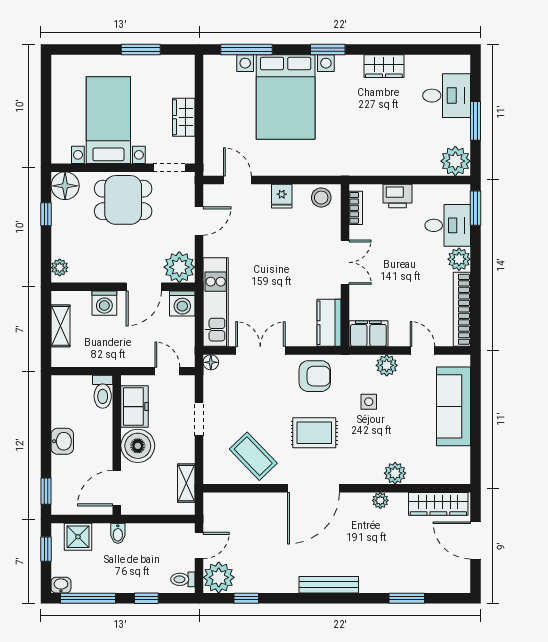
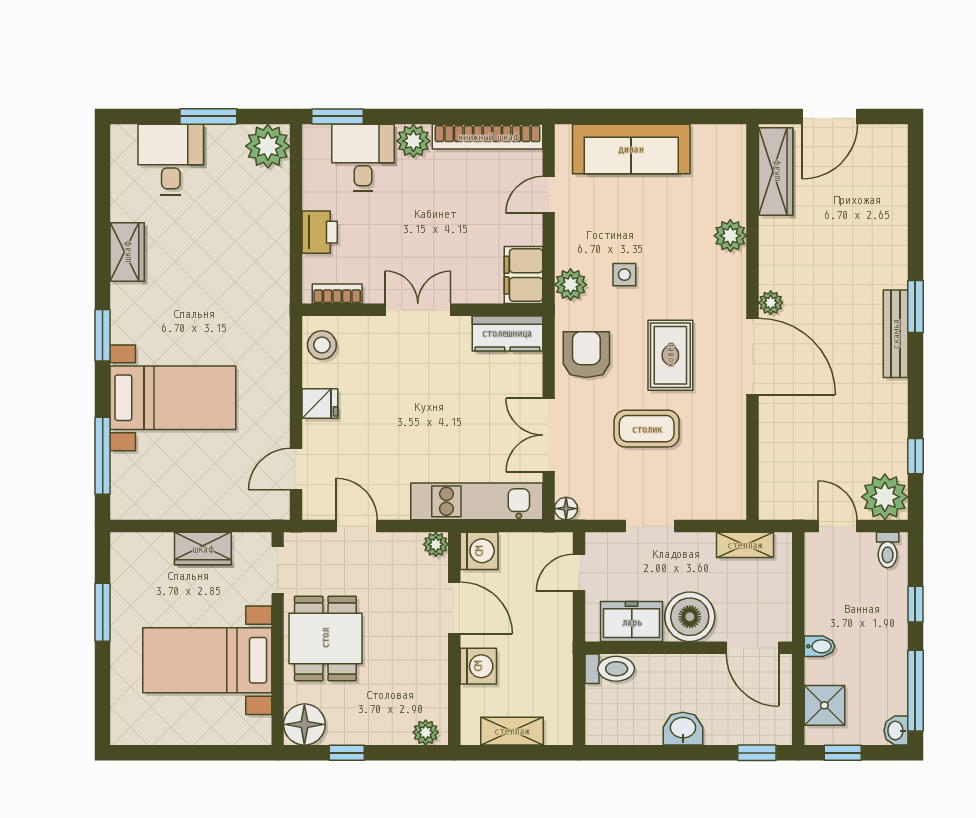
bed with nightstands: (286, 97) -> (173, 398), width x0.73
plant: (179, 267) -> (436, 544), width x0.53, depth x0.53
plant: (387, 365) -> (571, 285), moved
coffee table: (253, 456) -> (647, 429), moved, turned 44
plant: (380, 500) -> (771, 303), moved
window: (407, 598) -> (915, 306), moved

